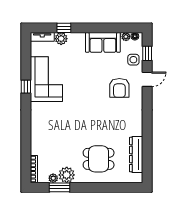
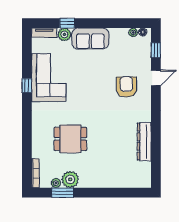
sofa: (103, 42) -> (90, 39), moved
side table: (133, 60) -> (141, 57), removed
armchair: (119, 88) -> (126, 87), turned 180
dresser: (136, 155) -> (144, 142), moved
dining table: (99, 159) -> (70, 139), moved

